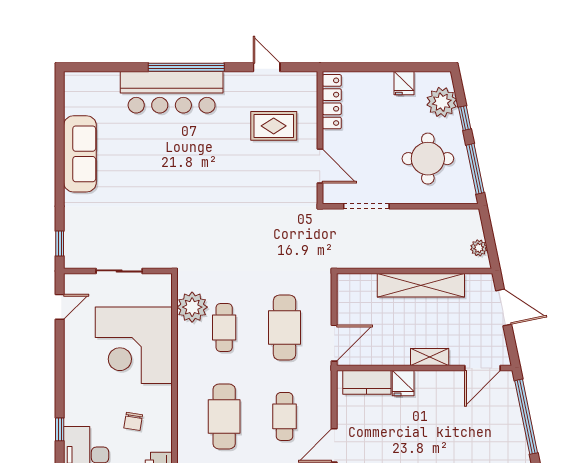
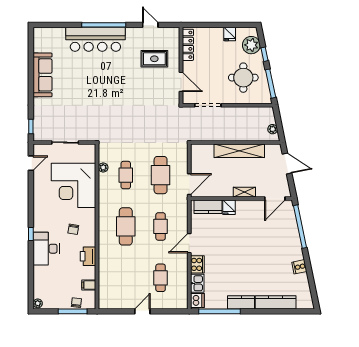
plant: (192, 307) -> (103, 167), width x0.53, depth x0.53

